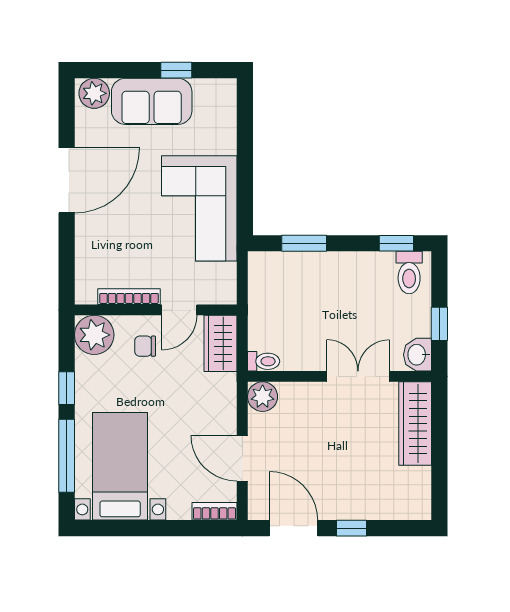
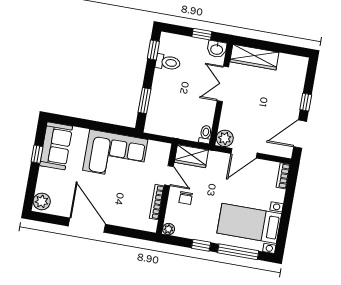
sofa: (152, 101) -> (56, 146), moved
toilet: (409, 273) -> (168, 62), moved
plant: (94, 335) -> (169, 229), width x0.53, depth x0.53
door: (242, 458) -> (244, 153), moved

